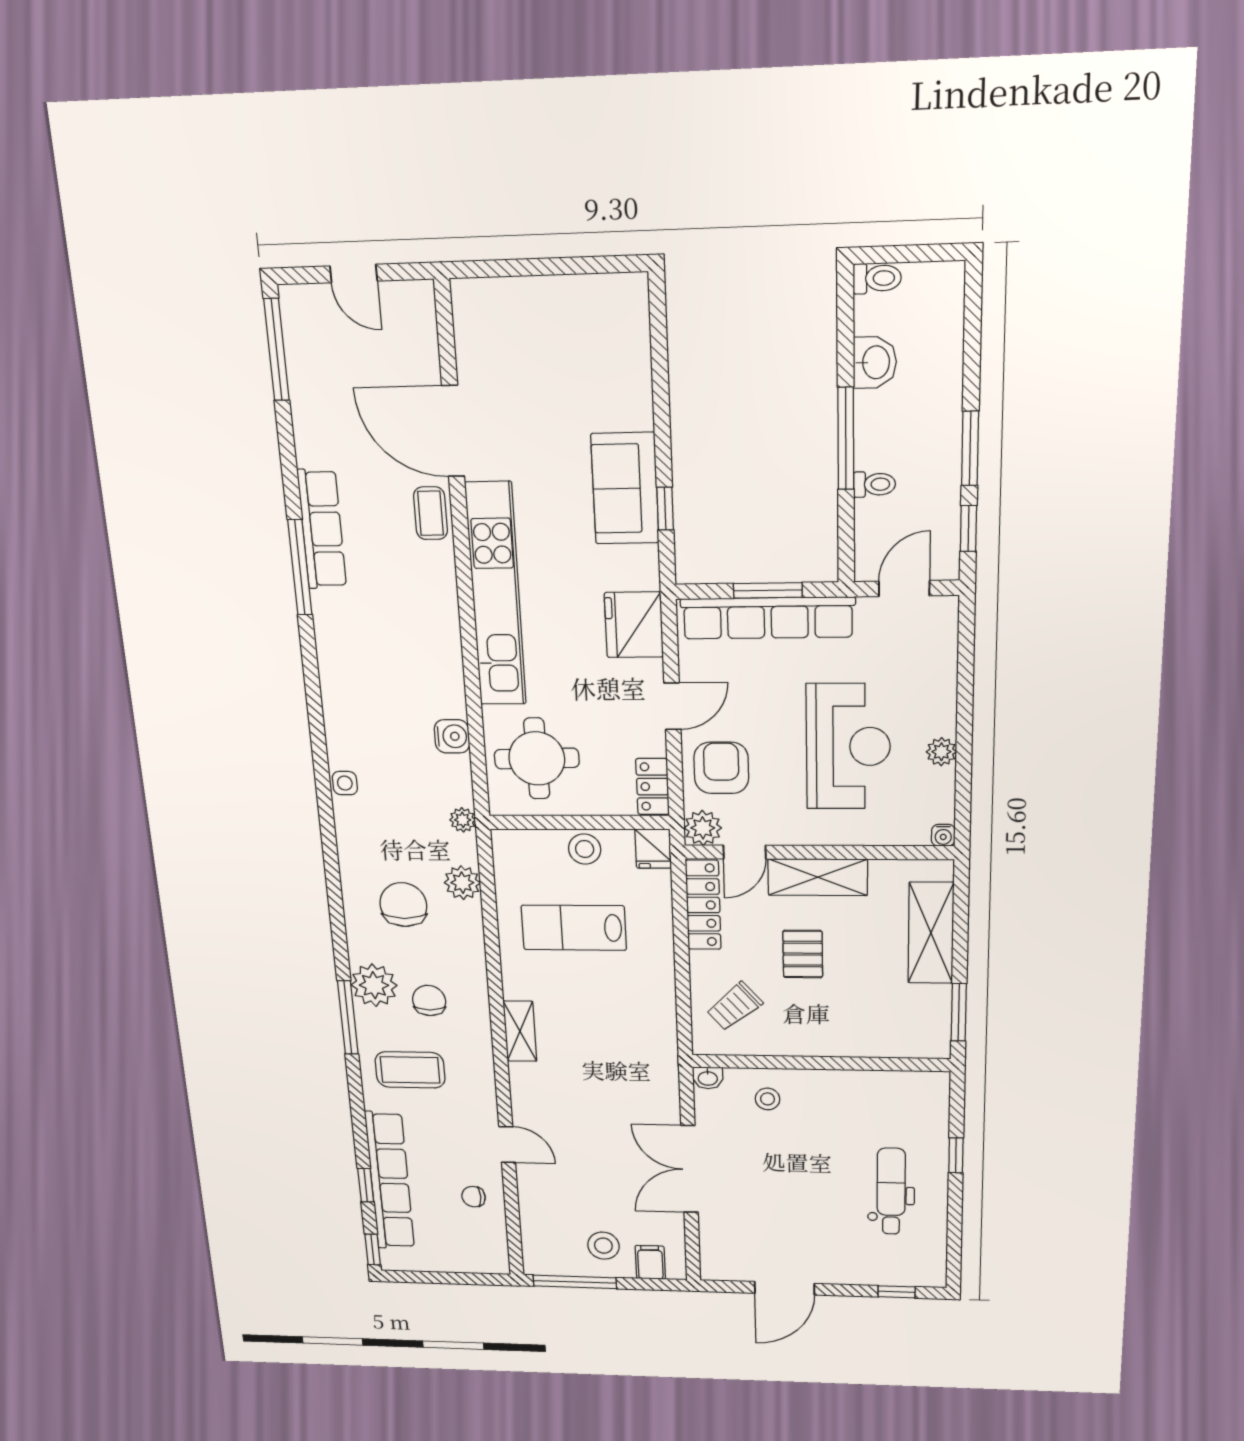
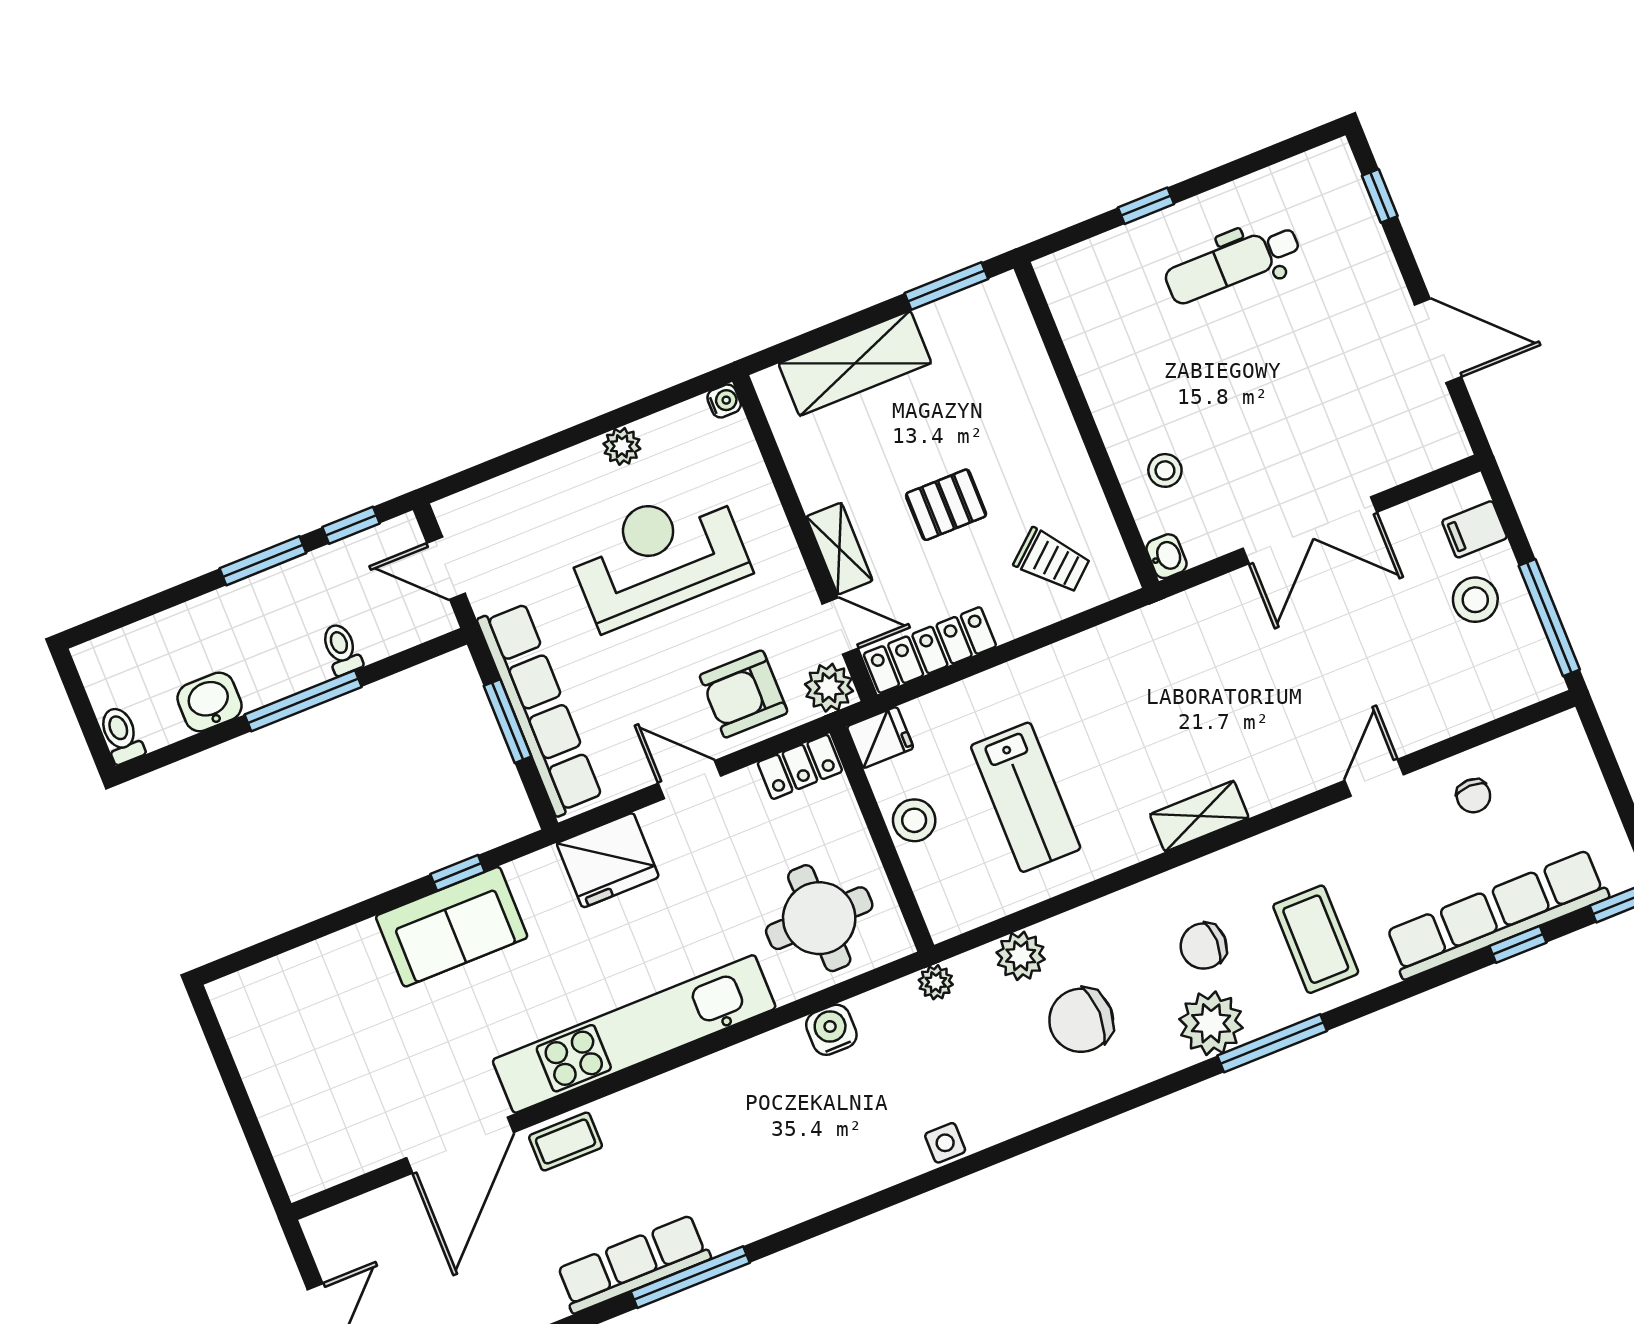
shelving: (818, 877) -> (839, 549), width x0.67, depth x0.75

